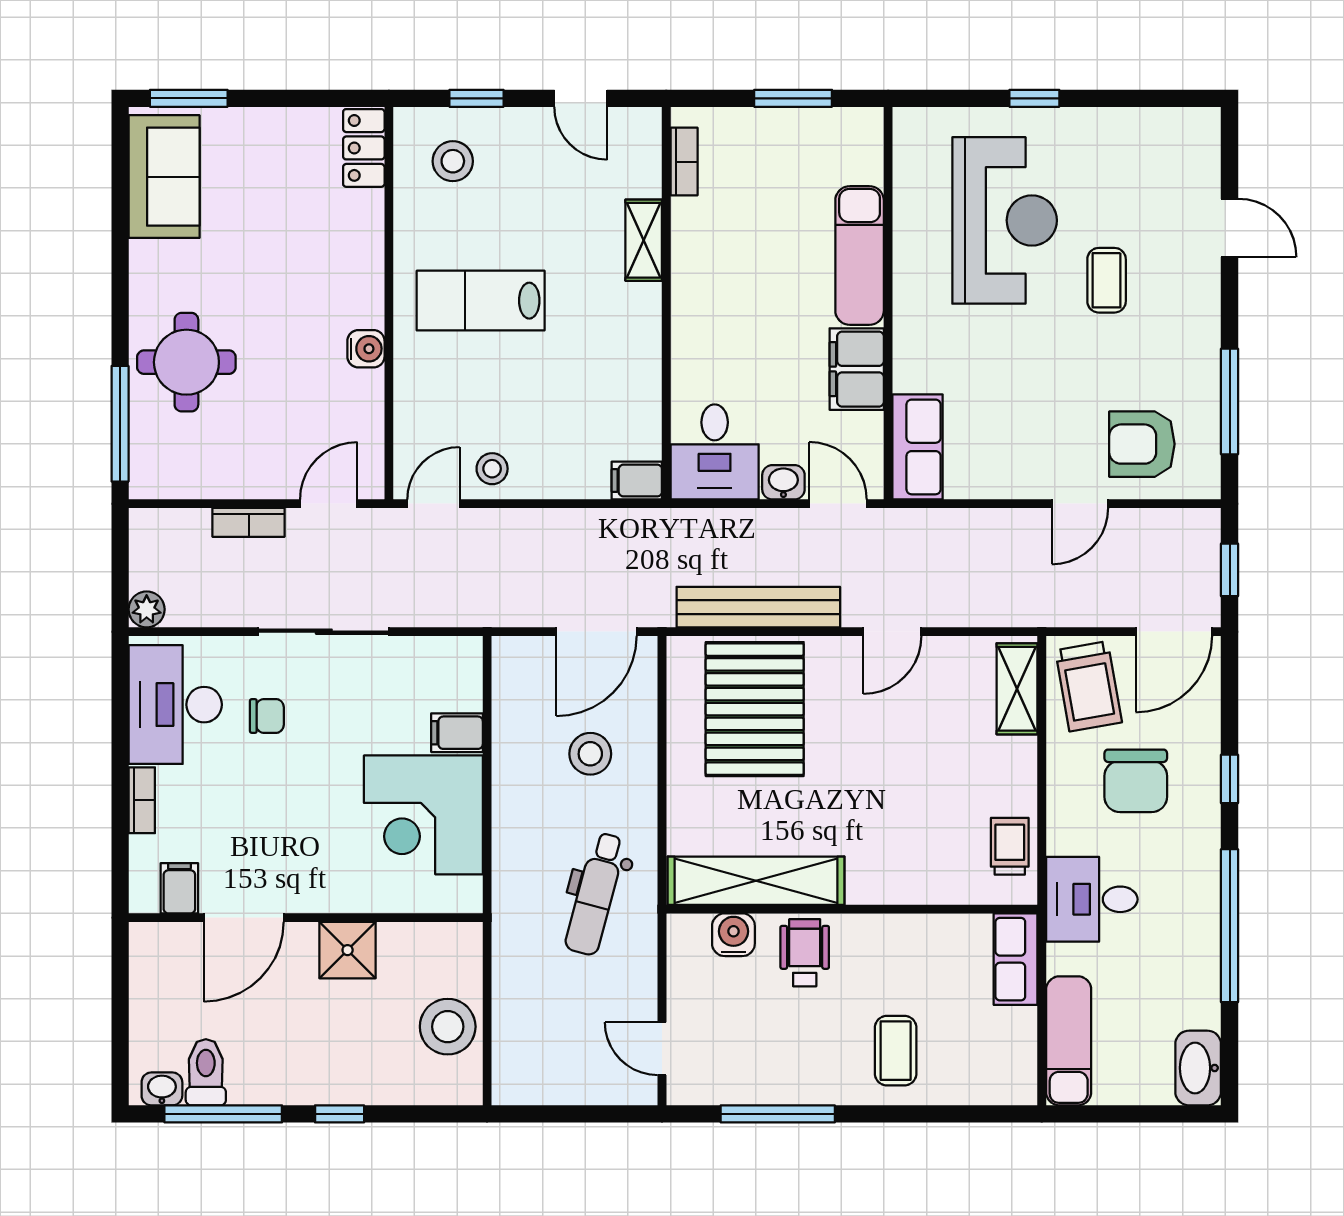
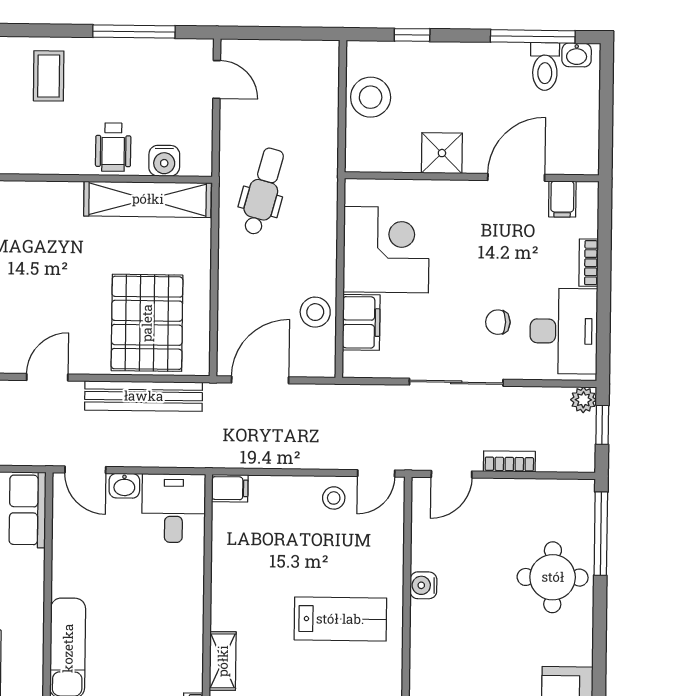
filing cabinet: (857, 369) -> (71, 566), removed
window: (120, 575) -> (602, 425), added
filing cabinet: (457, 733) -> (361, 322), width x2.00
stool: (590, 754) -> (315, 312), moved
window: (340, 1114) -> (412, 35), moved

